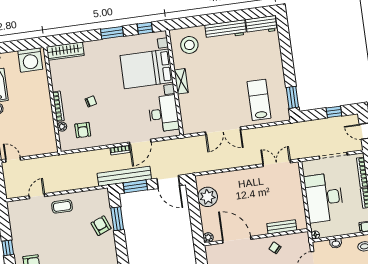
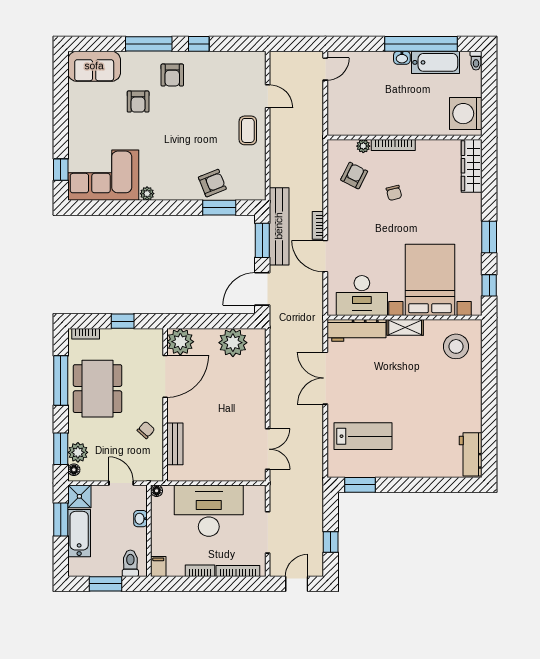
workbench: (226, 30) -> (356, 330), moved, turned -90
armchair: (83, 130) -> (354, 176), turned 117
plant: (208, 238) -> (180, 342), width x1.88, depth x1.88

